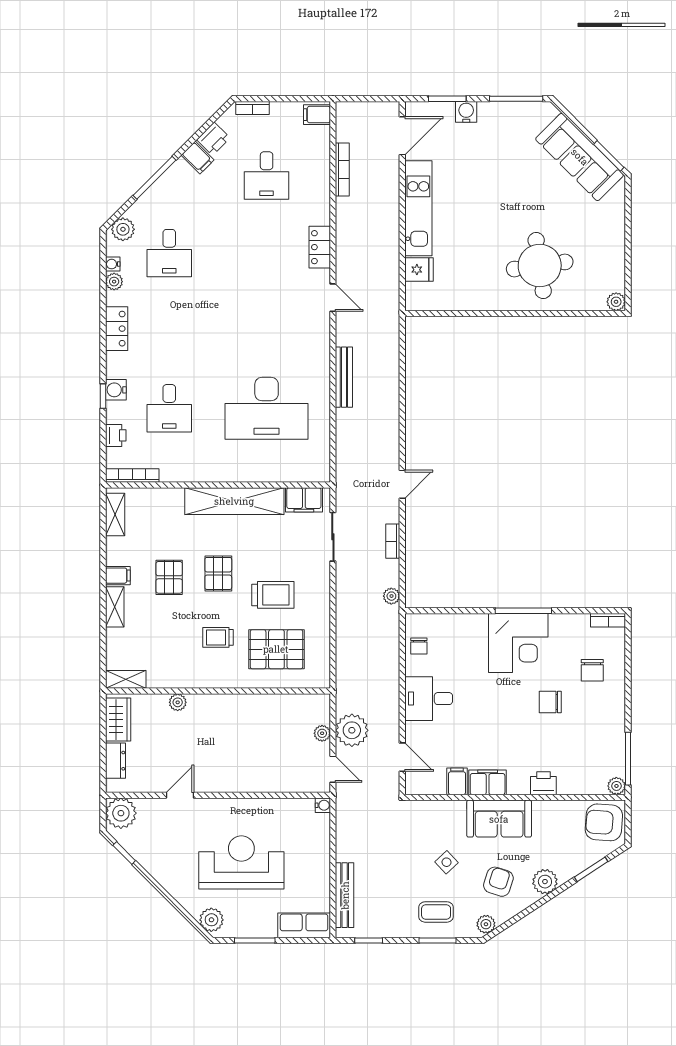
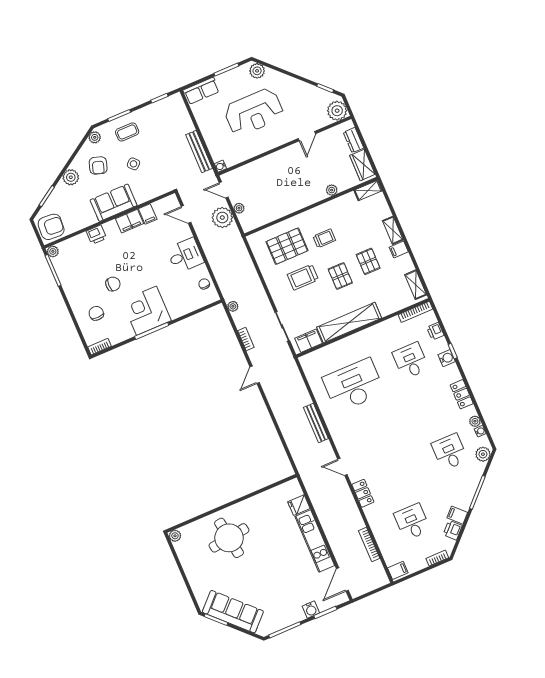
bench: (345, 895) -> (199, 151), moved

